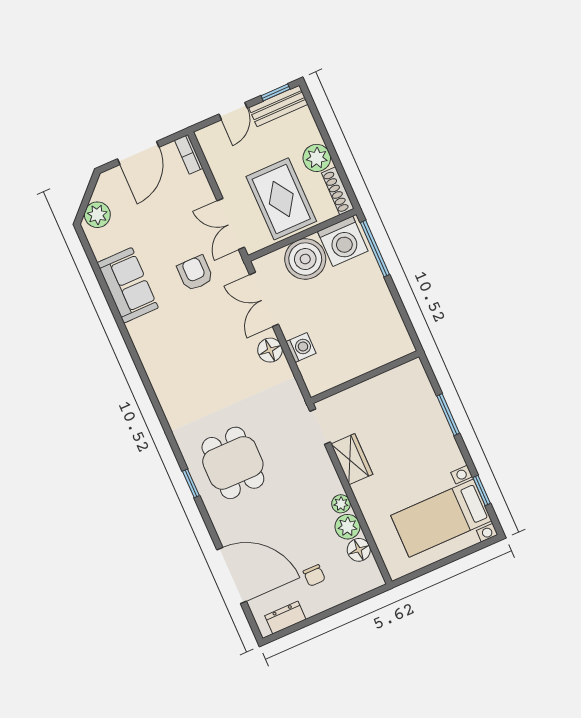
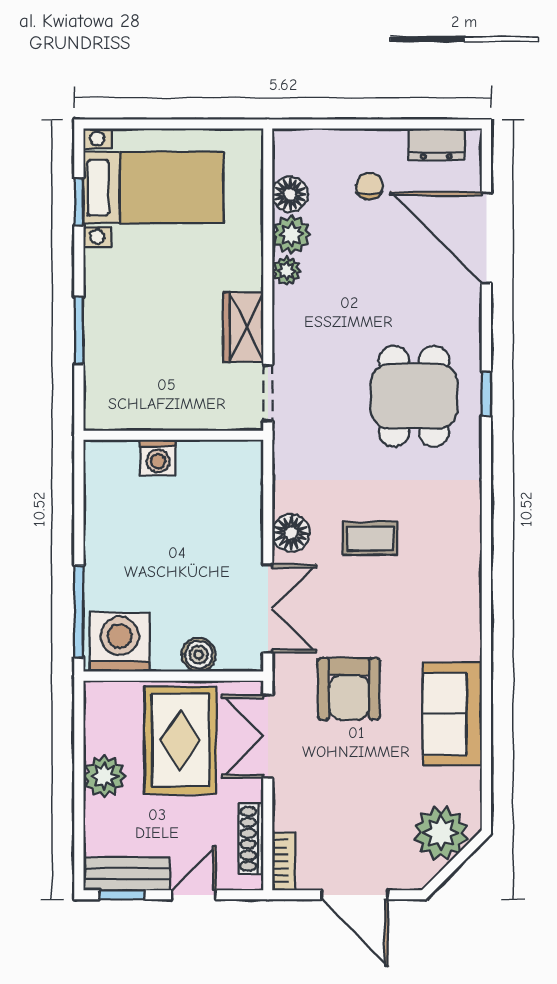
door: (138, 153) -> (355, 895), swing flipped
shoe rack: (338, 191) -> (251, 839), moved, turned 180
plant: (97, 215) -> (441, 833), width x1.36, depth x1.36
double door: (231, 224) -> (268, 736), swing flipped
boiler: (305, 259) -> (199, 655), width x0.54, depth x0.54
armchair: (195, 273) -> (349, 689), width x1.38, depth x1.38
washing machine: (301, 347) -> (158, 458), moved, turned -90
coffee table: (222, 368) -> (370, 538), added

